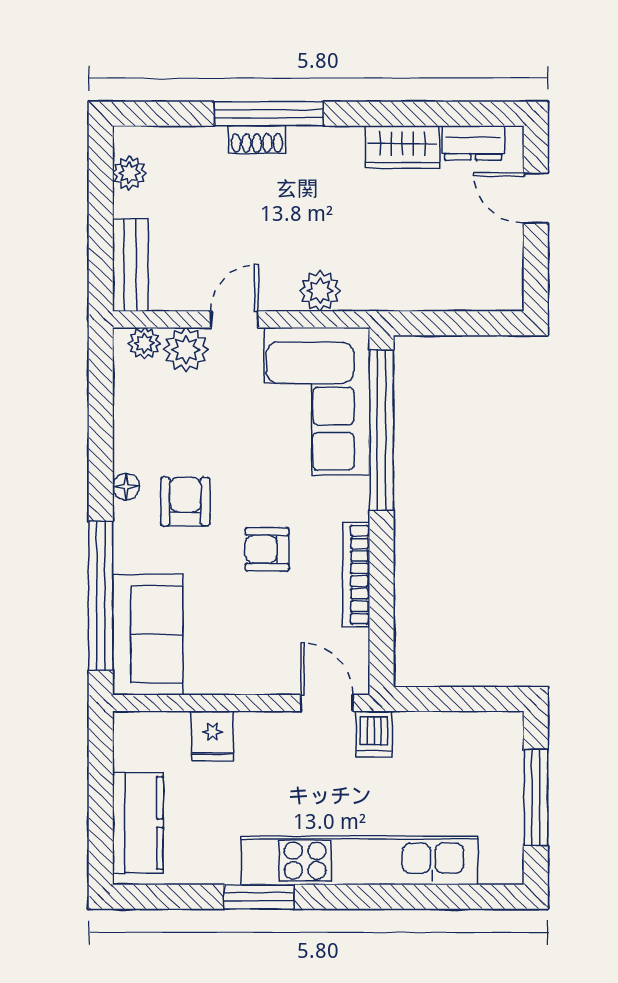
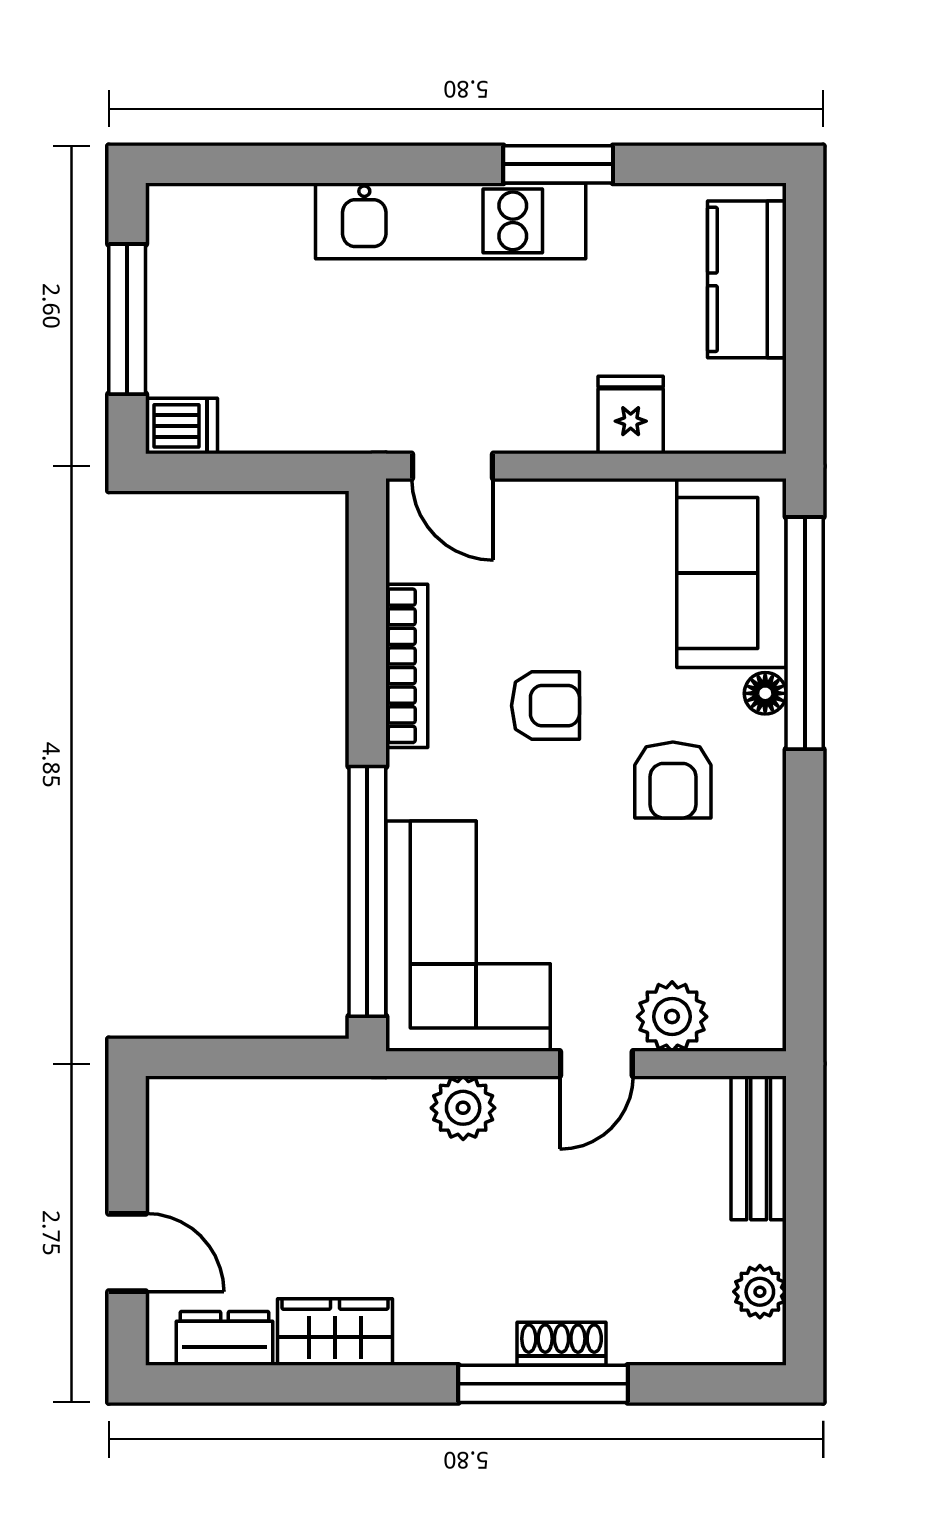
plant: (144, 343) -> (737, 1026), removed
floor lamp: (126, 487) -> (765, 693), moved
dishwasher: (374, 734) -> (182, 426), moved, turned 90
kitchen unit: (360, 861) -> (451, 221), width x0.73

